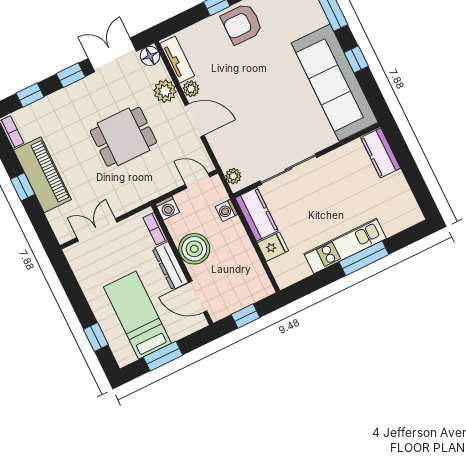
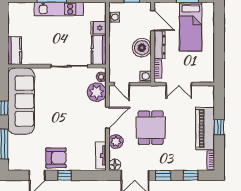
plant: (191, 89) -> (97, 92), moved, width x1.87, depth x1.87
door: (195, 120) -> (107, 118), swing flipped
dining table: (123, 137) -> (151, 128), turned 90
washing machine: (227, 211) -> (114, 17), moved
double door: (97, 230) -> (179, 84), moved
window: (96, 337) -> (219, 26), removed

